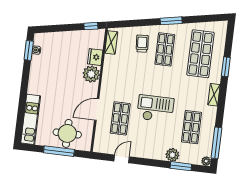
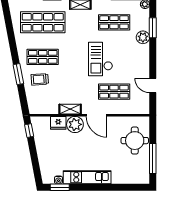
window: (171, 21) -> (18, 74), moved
shelving: (111, 42) -> (70, 109), moved
door: (97, 109) -> (97, 115), moved
kitchen unit: (31, 119) -> (87, 177), moved
window: (59, 151) -> (153, 158), moved

